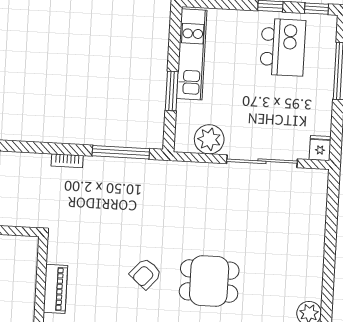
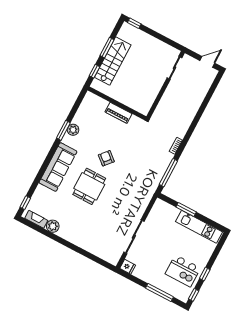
plant: (209, 139) -> (155, 217), removed

